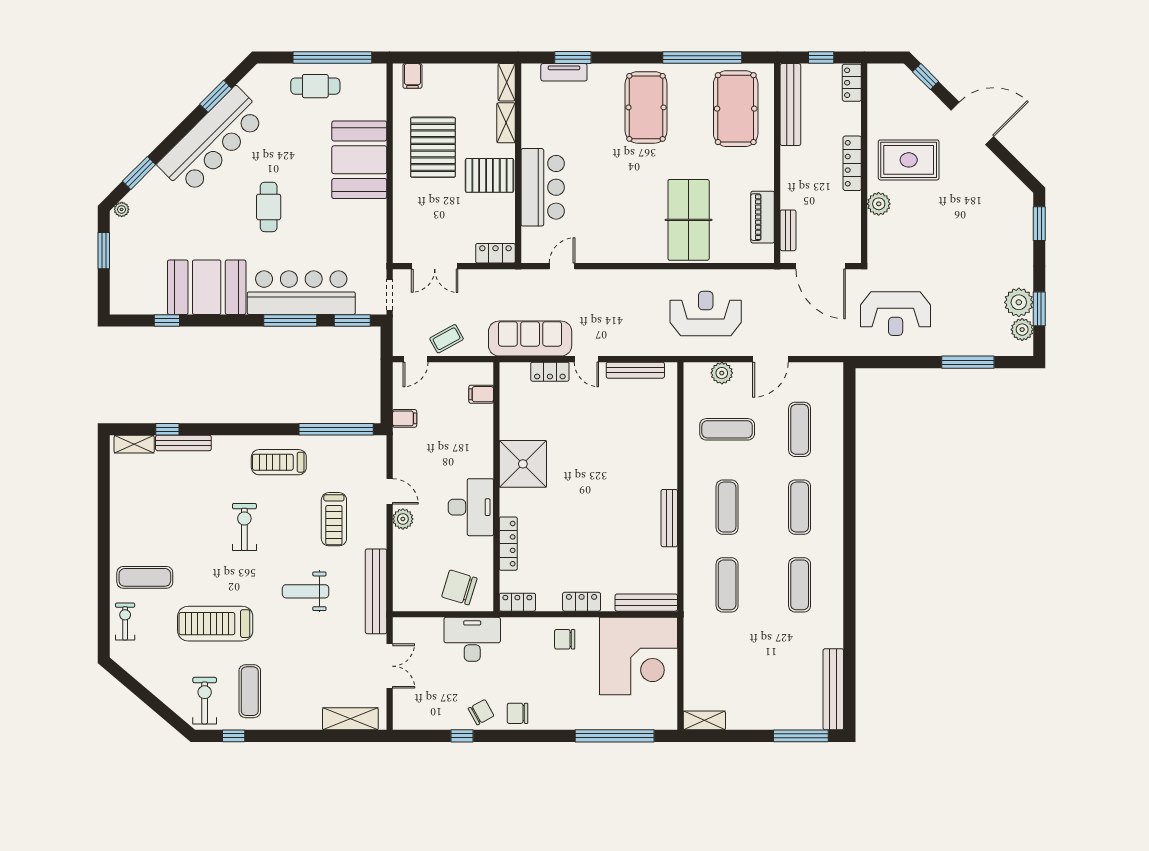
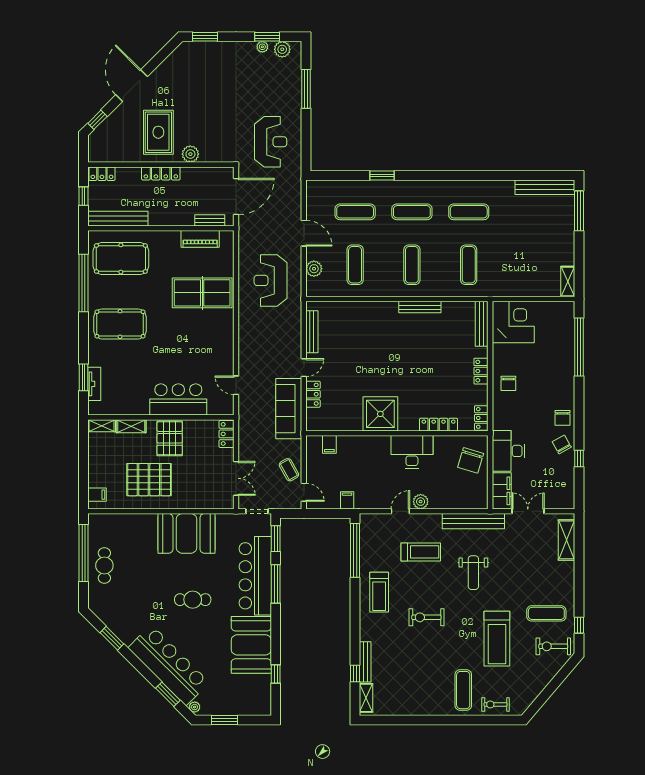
bar counter: (212, 141) -> (169, 665), moved
booth: (359, 160) -> (186, 533), moved
plant: (1019, 302) -> (262, 47), width x0.53, depth x0.53
window: (849, 466) -> (382, 175), added
exercise mat: (727, 507) -> (412, 265), turned 90
exercise mat: (727, 585) -> (469, 265), turned 90
filing cabinet: (418, 630) -> (502, 491), added
corner desk: (638, 656) -> (513, 322), width x0.74, depth x0.74

